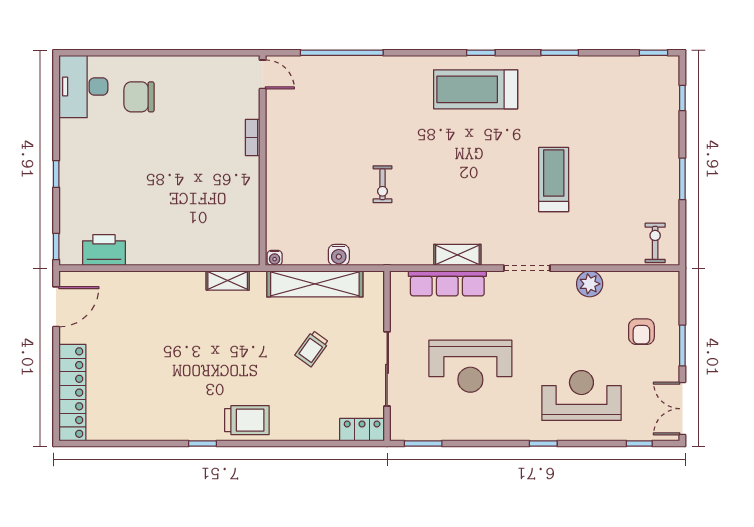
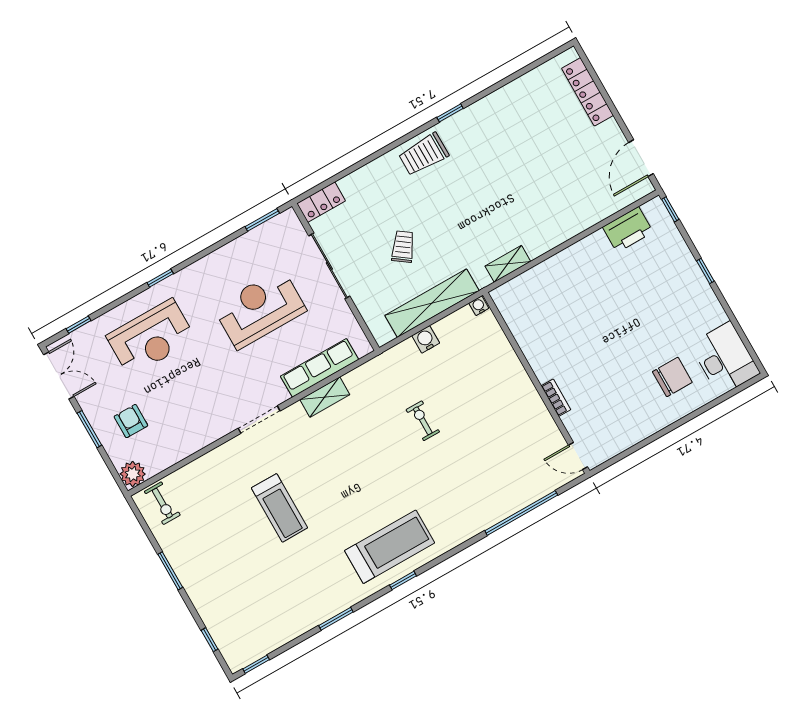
plant: (590, 284) -> (133, 474), moved
locker: (72, 393) -> (588, 92), width x0.71, depth x0.83

